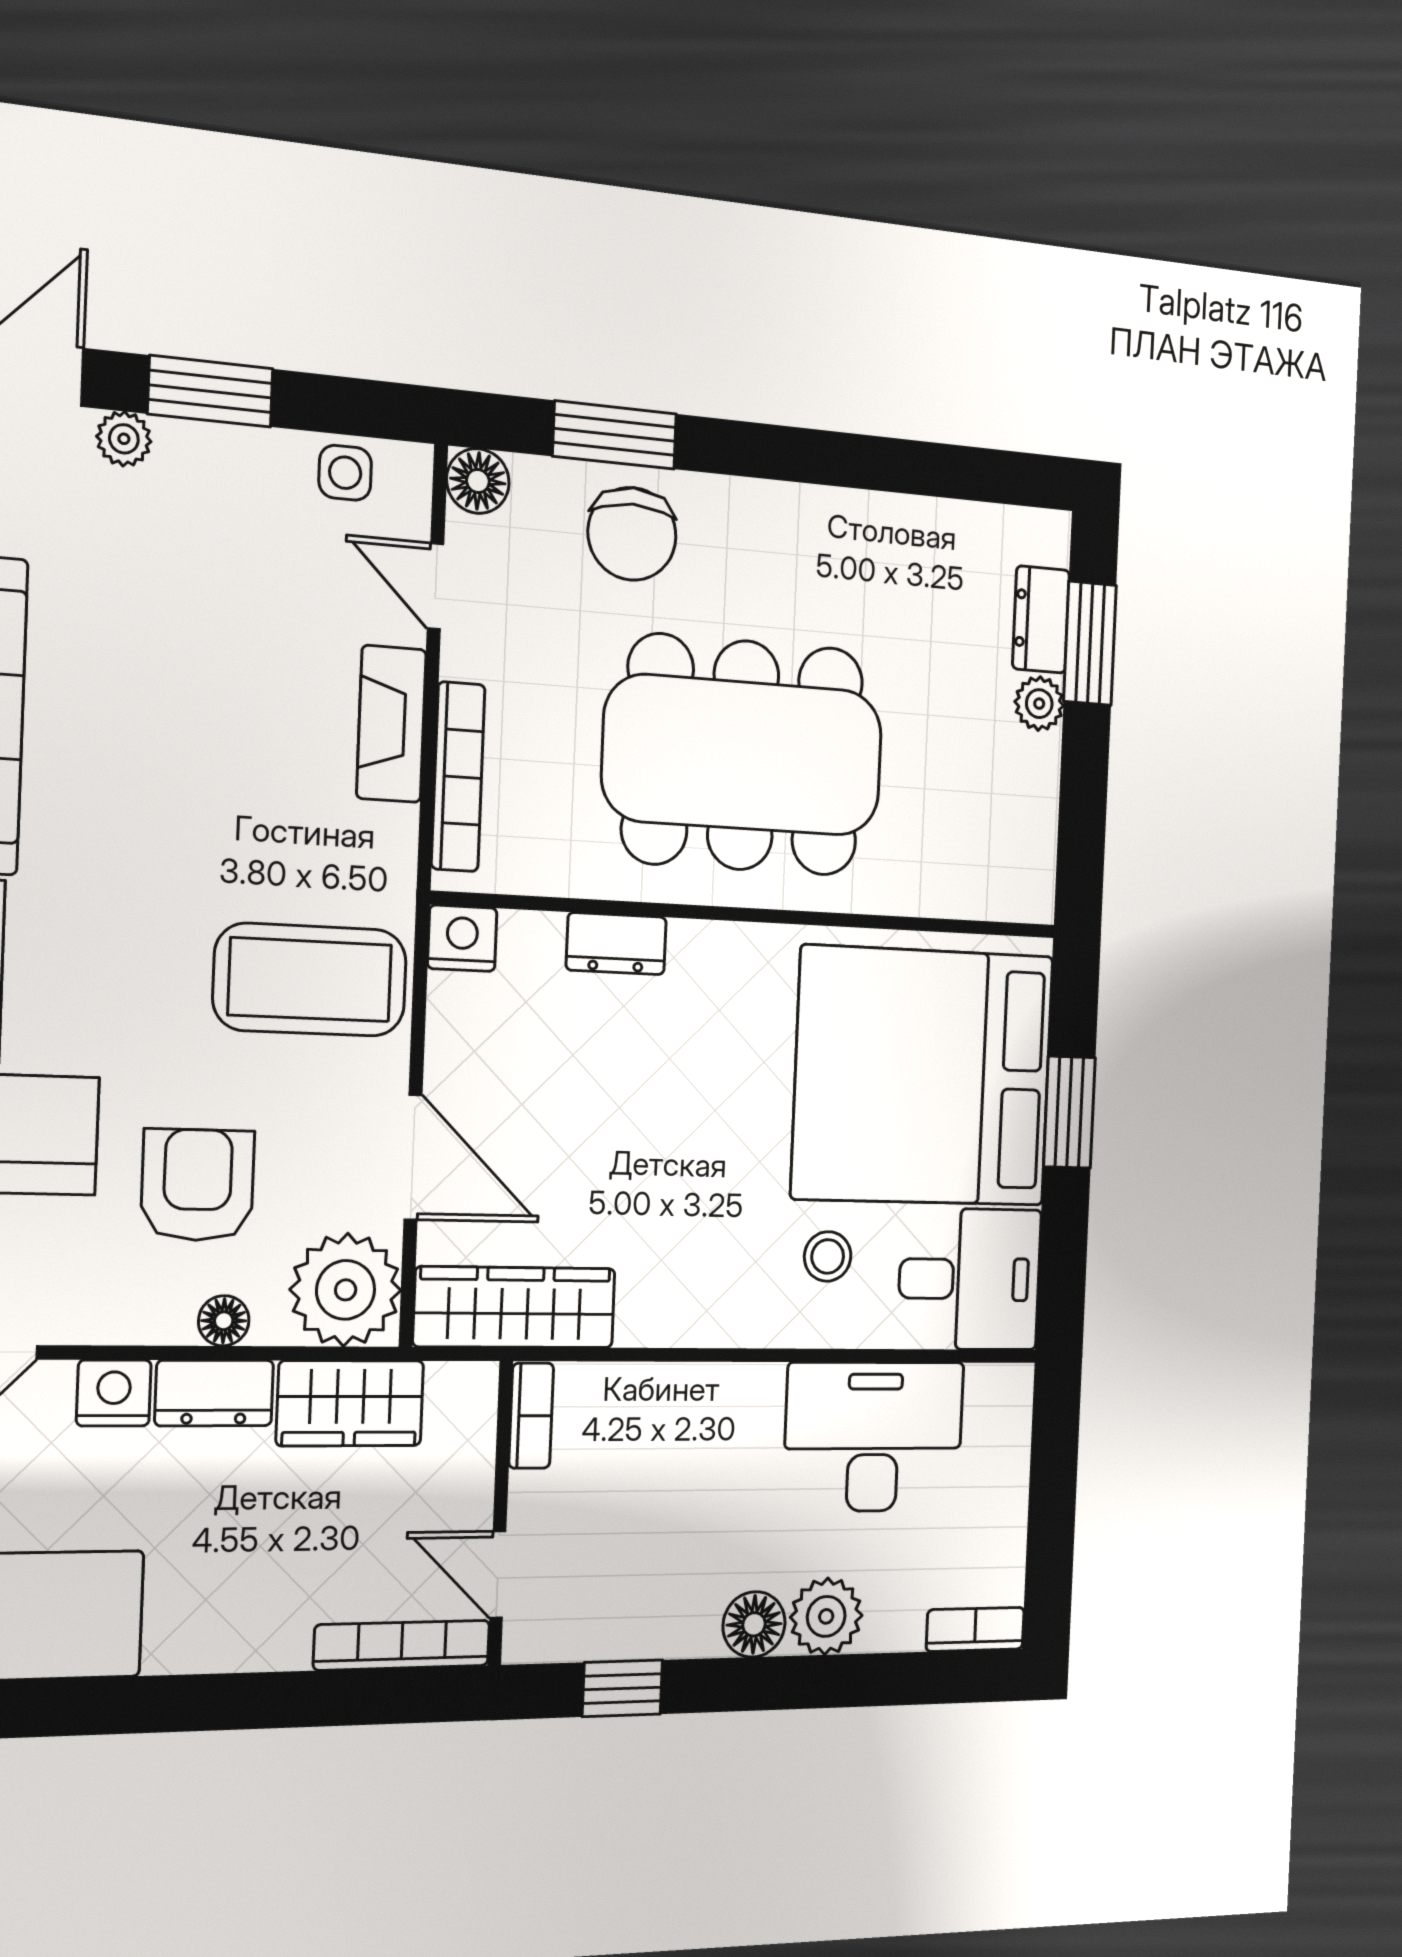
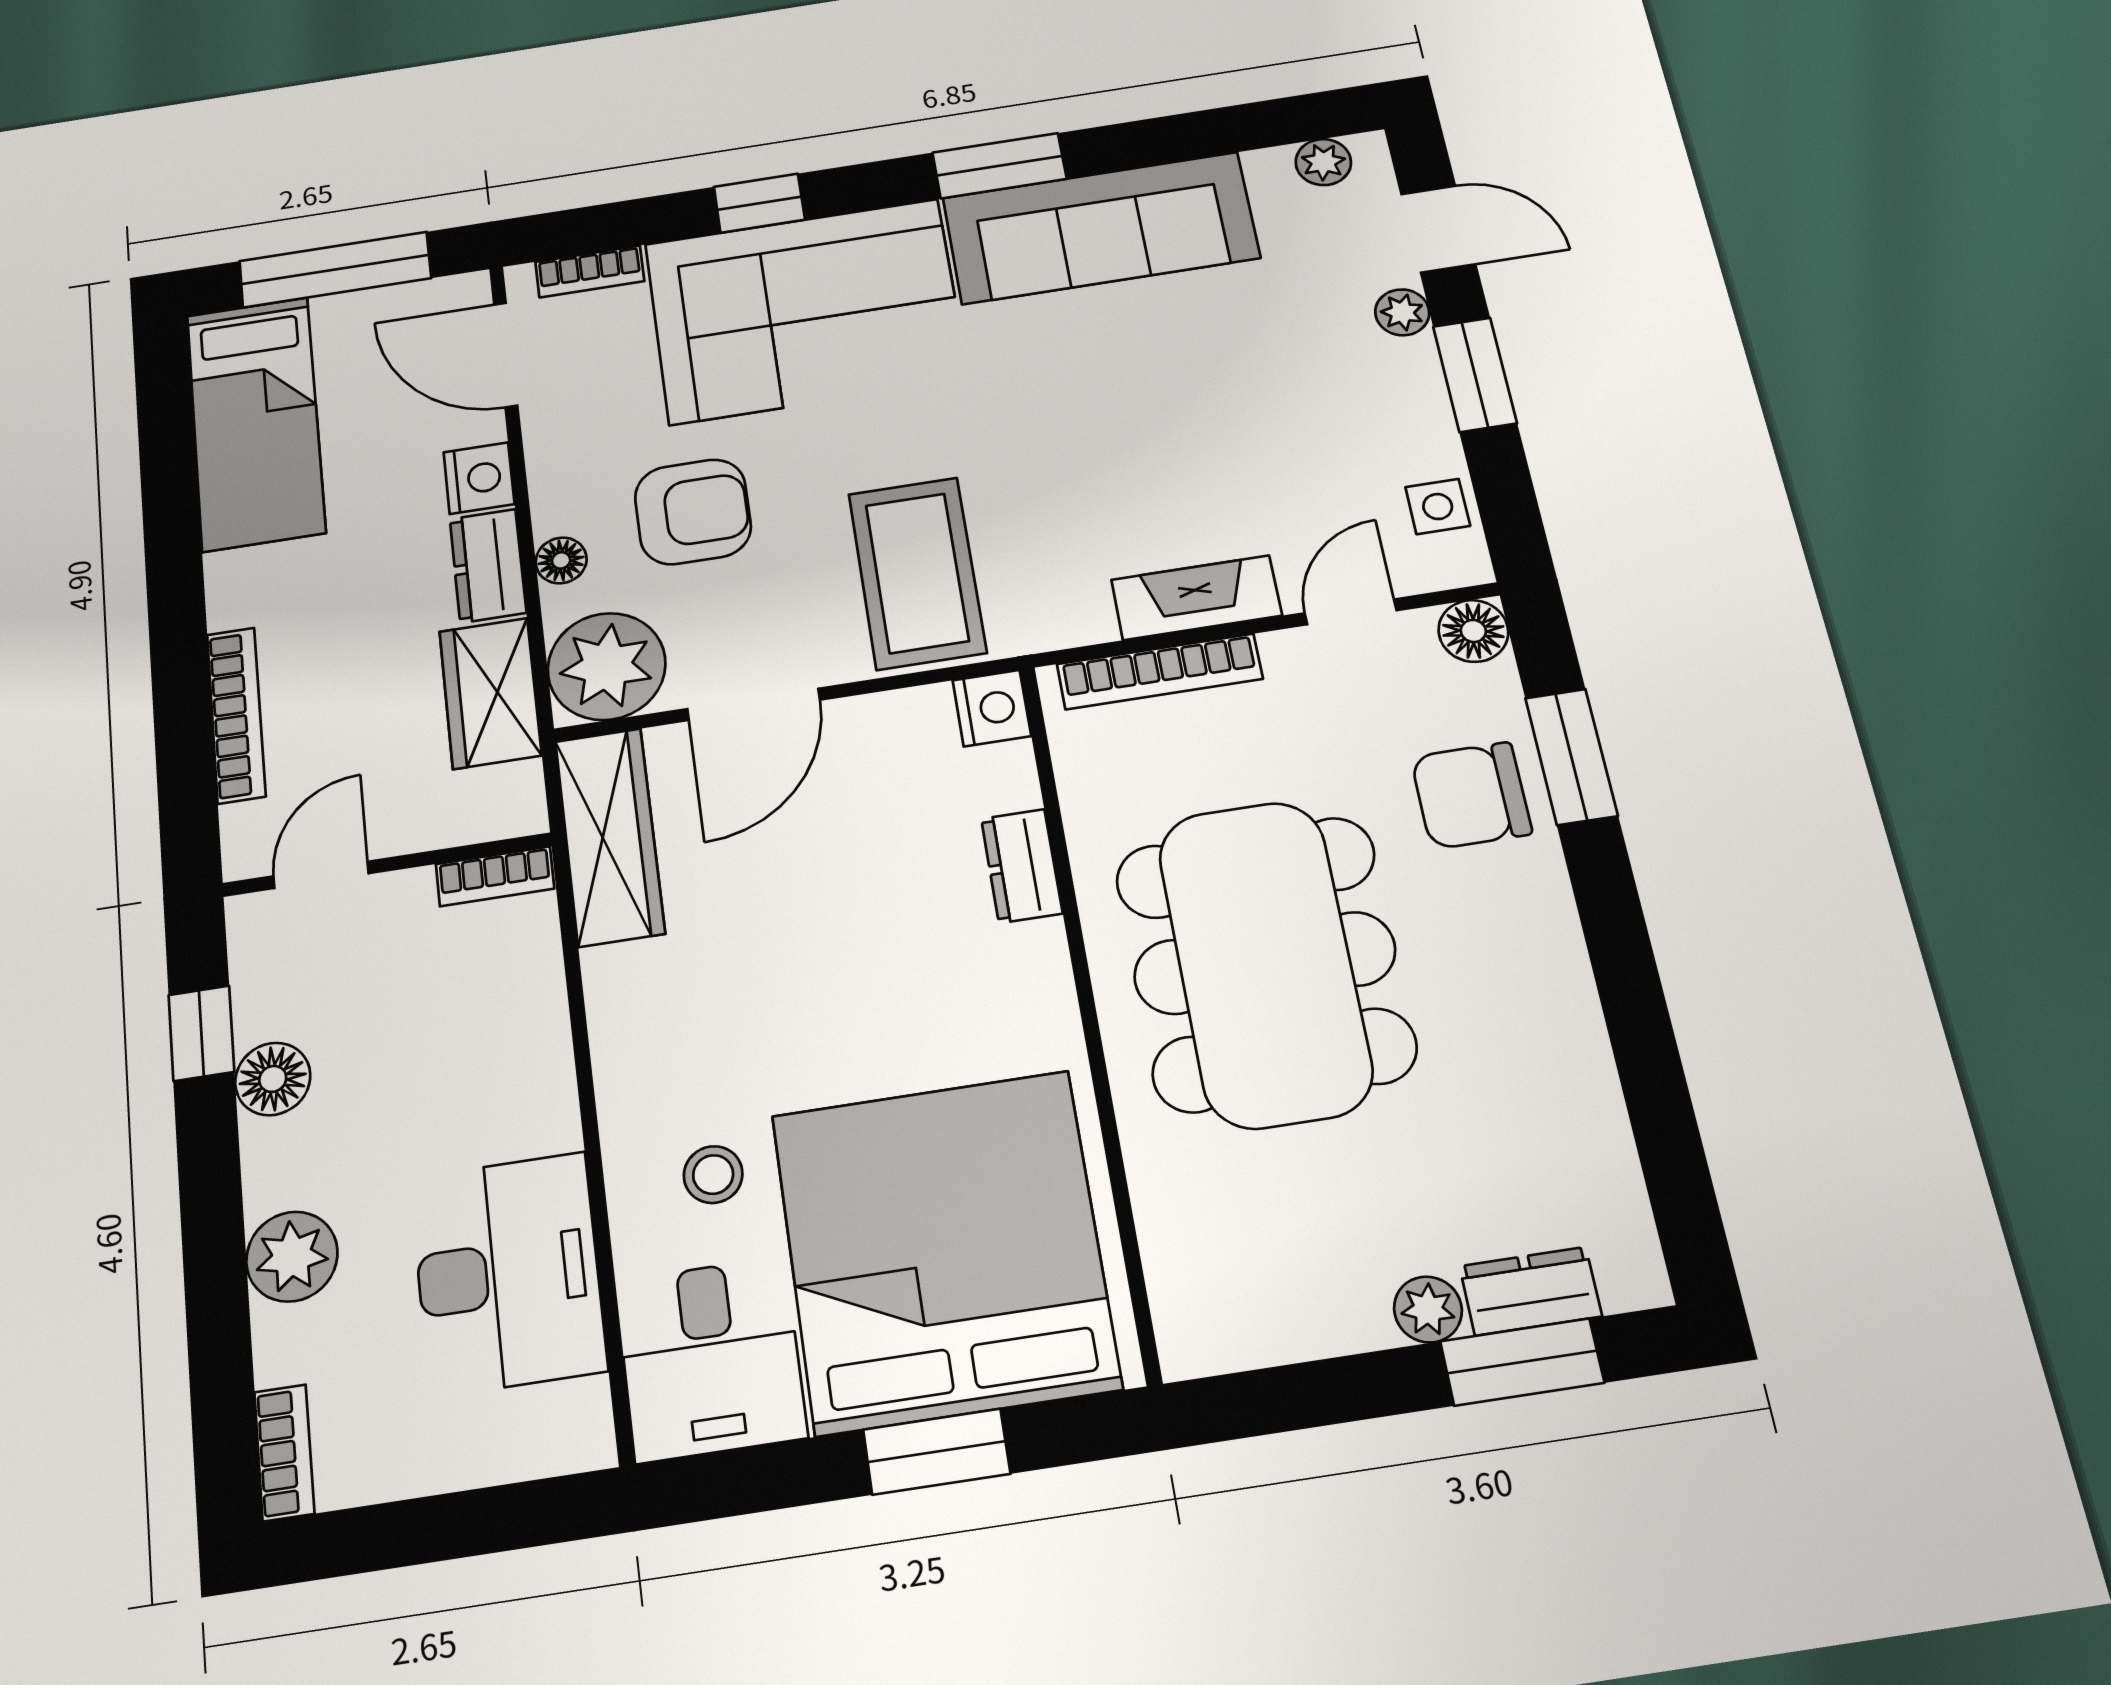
floor lamp: (754, 1624) -> (273, 1079), moved
bookcase: (402, 1645) -> (236, 715), moved

